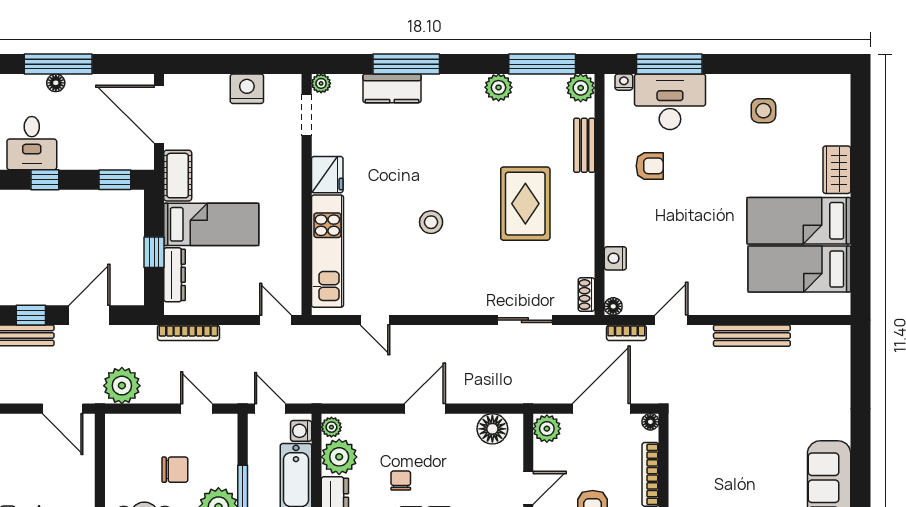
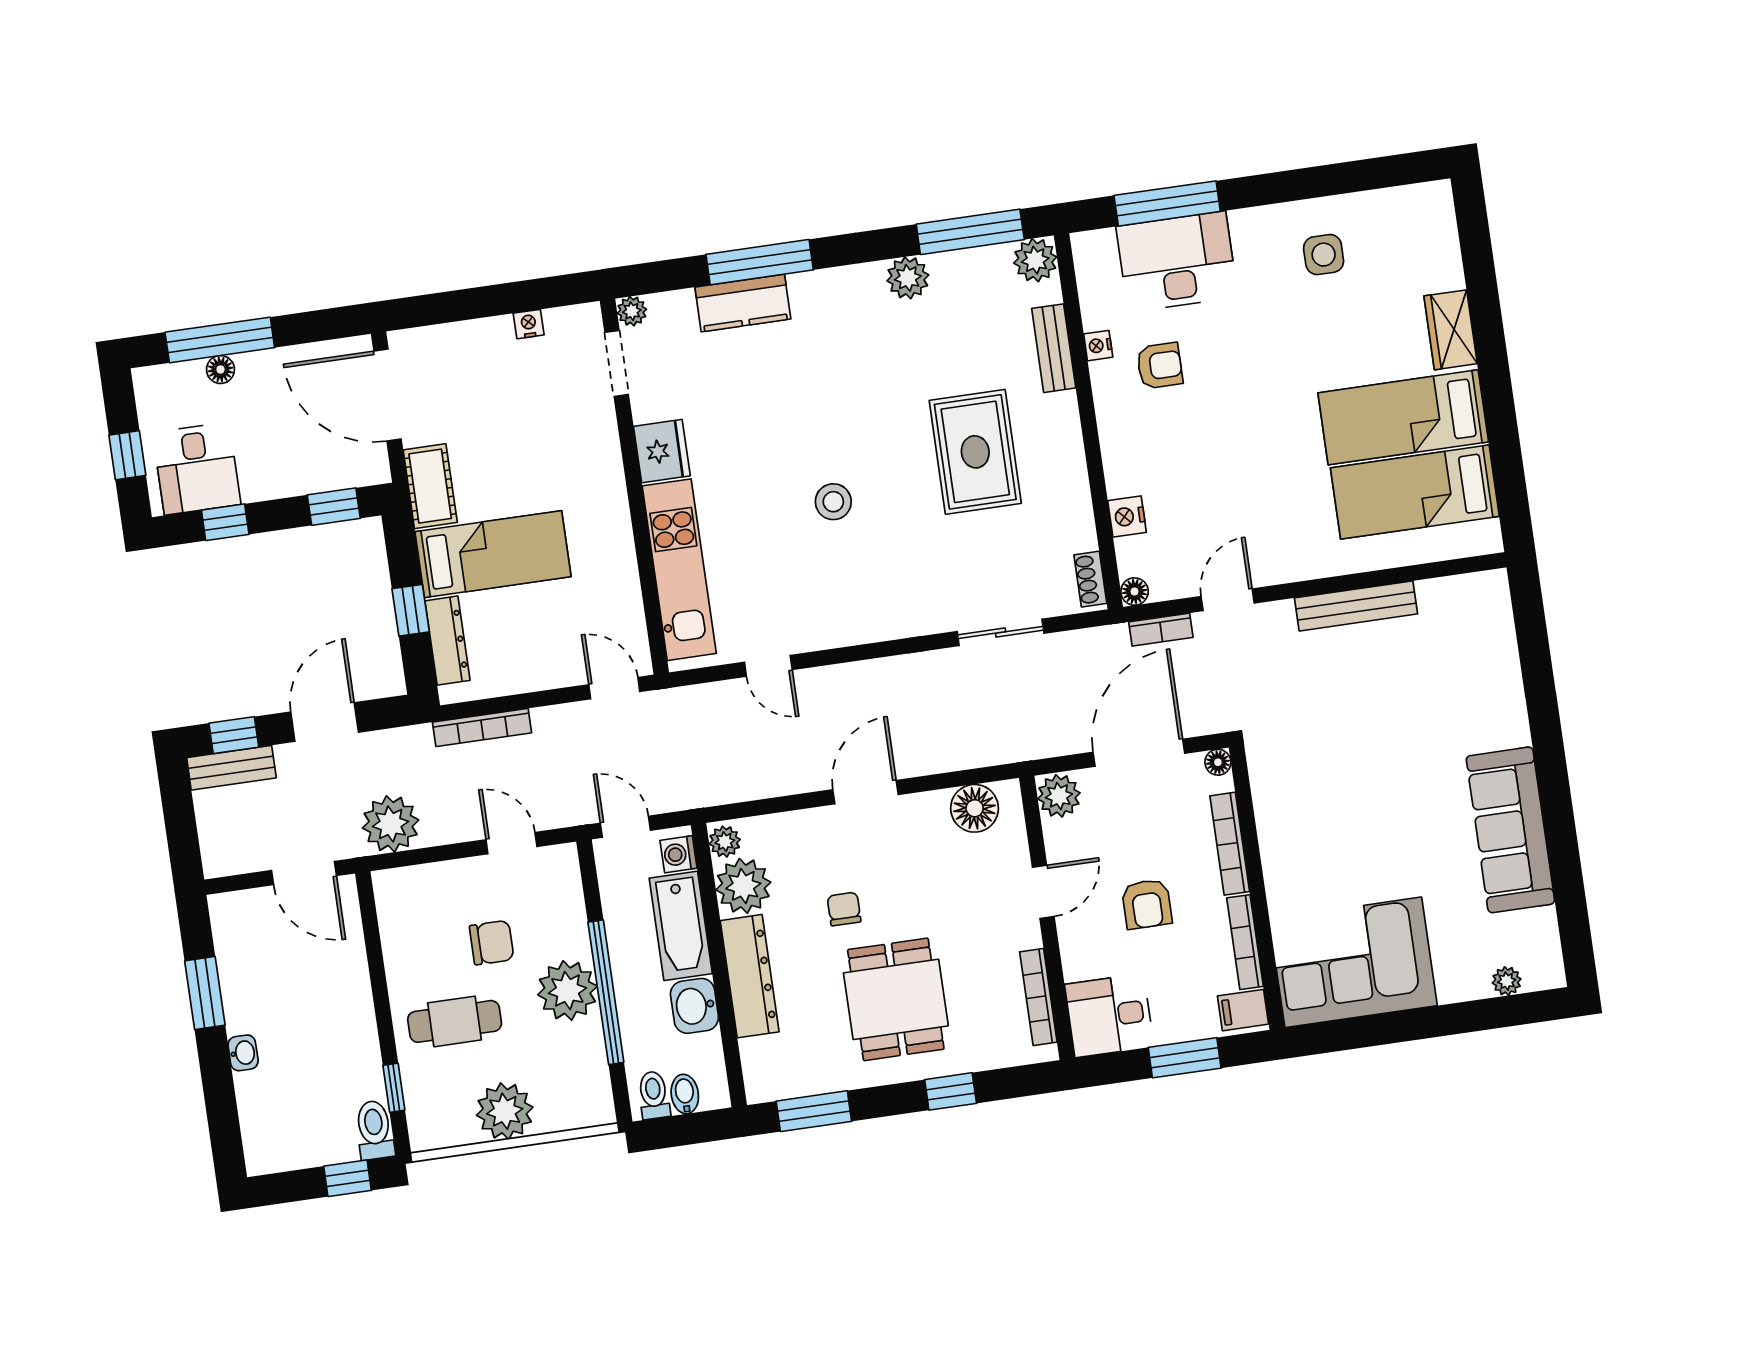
nightstand: (624, 82) -> (1098, 346), moved, turned -90
nightstand: (247, 89) -> (529, 324), width x0.53, depth x0.56

